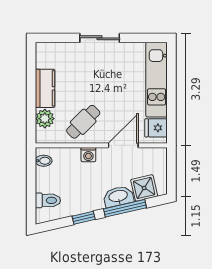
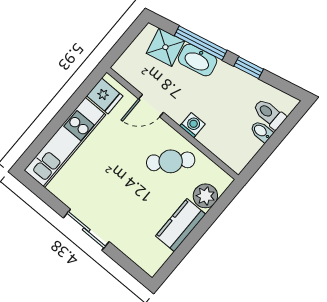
door: (123, 145) -> (151, 106), width x0.73
bidet: (44, 161) -> (261, 131), moved

